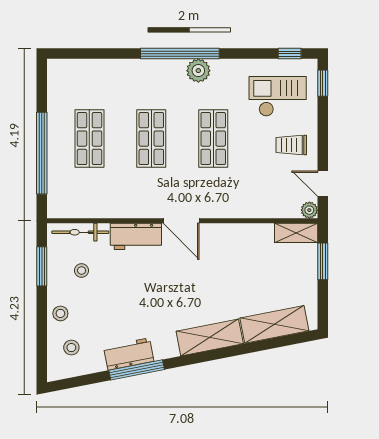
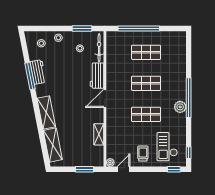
checkout: (278, 96) -> (167, 147), turned 180
shelving: (296, 233) -> (99, 134), moved

